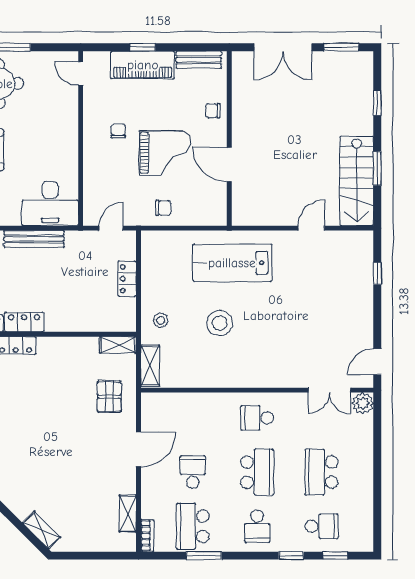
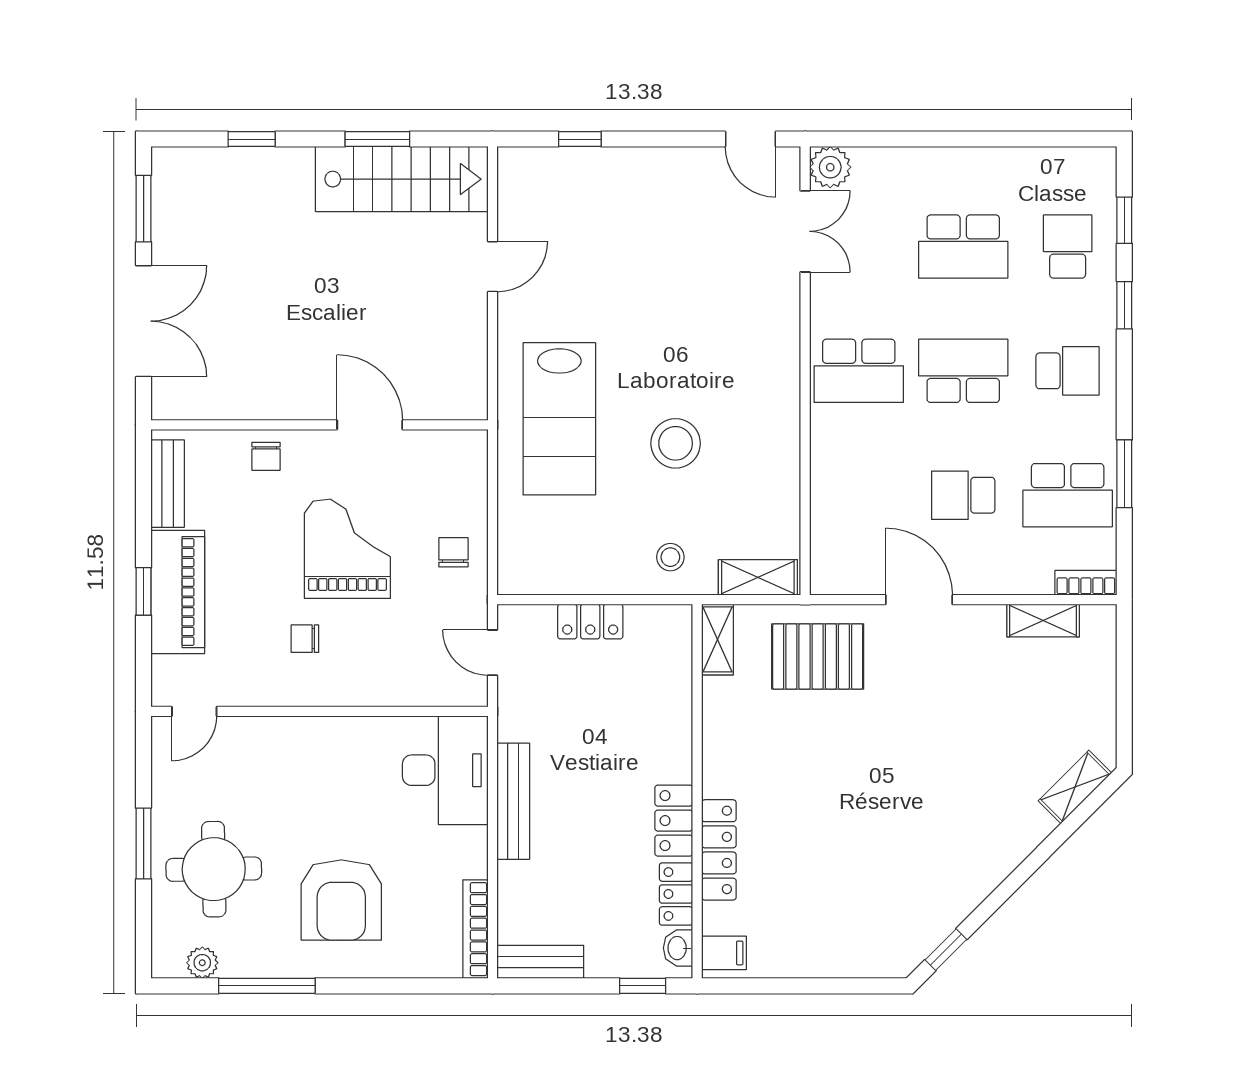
door: (229, 165) -> (370, 425), swing flipped
door: (311, 228) -> (493, 267), swing flipped
pallet: (109, 397) -> (818, 656), width x1.50, depth x1.42
school desk: (257, 418) -> (859, 371), width x1.85

